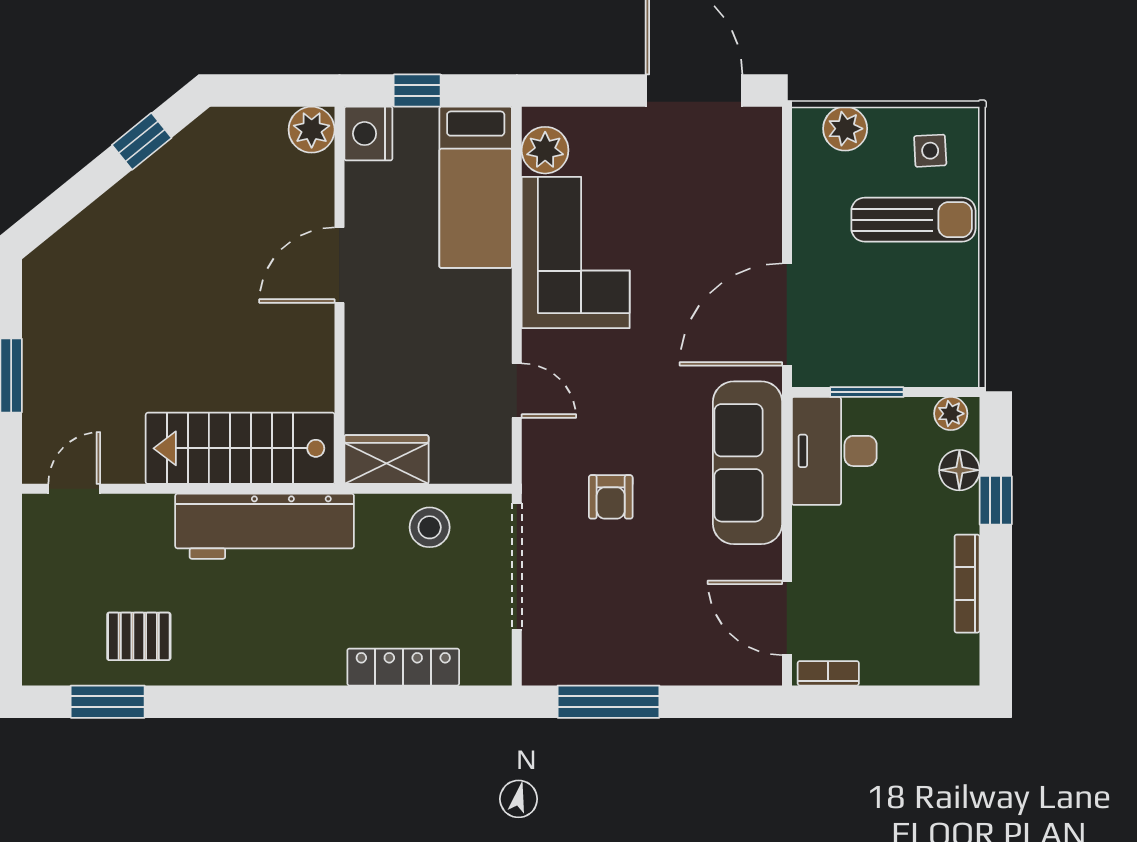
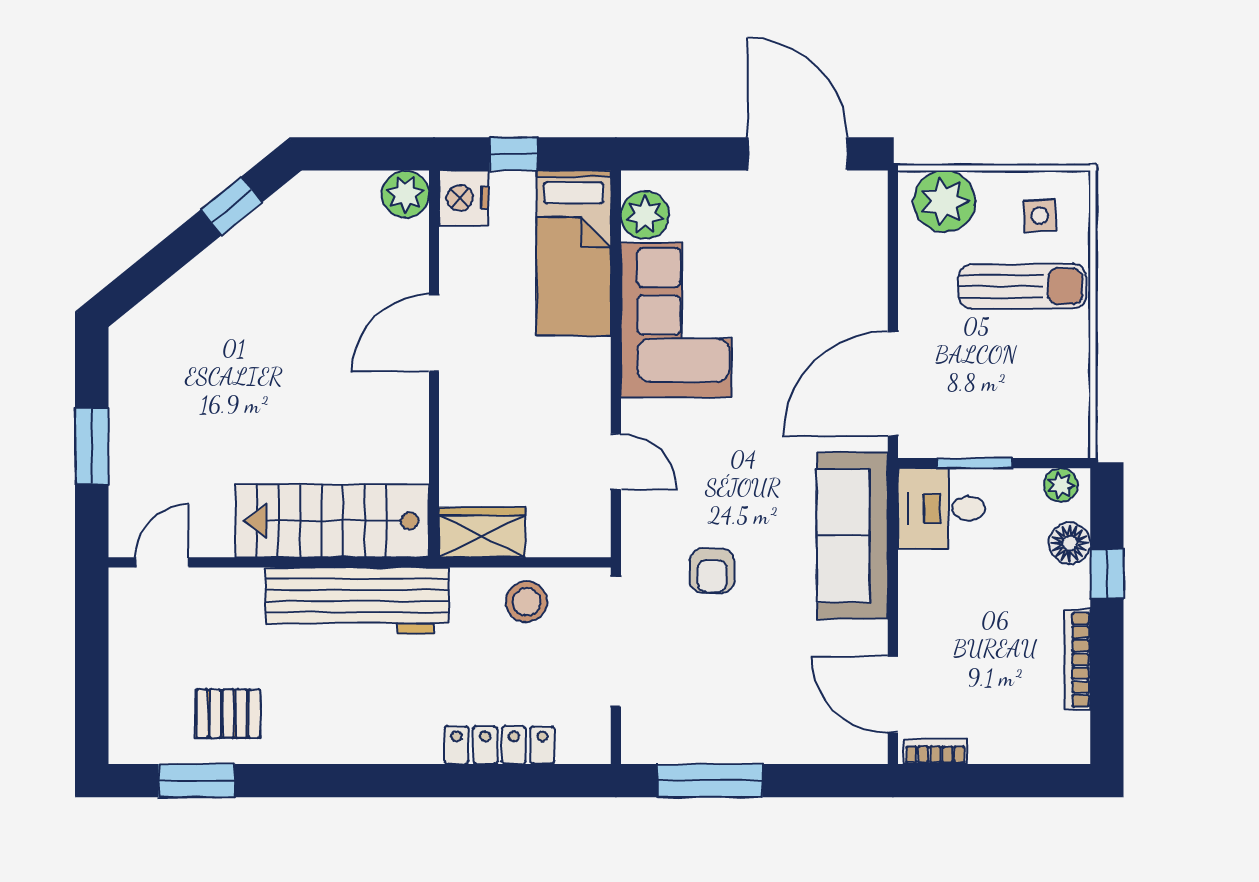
plant: (845, 129) -> (944, 201), width x1.36, depth x1.36
desk: (834, 451) -> (941, 508), width x0.73

